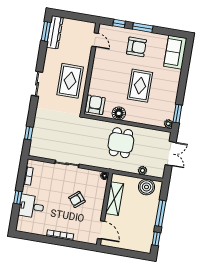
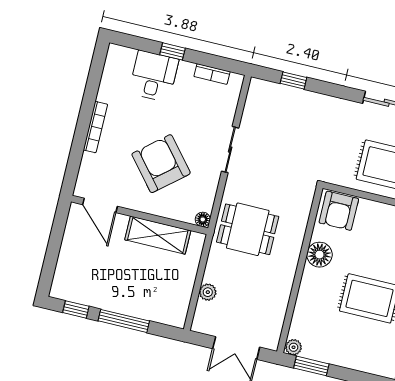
armchair: (95, 105) -> (339, 211), turned 90
dining table: (121, 143) -> (248, 229), moved
boiler: (147, 187) -> (176, 298), removed
armchair: (77, 199) -> (161, 164), width x1.88, depth x1.88
door: (101, 230) -> (100, 205), hinge flipped

